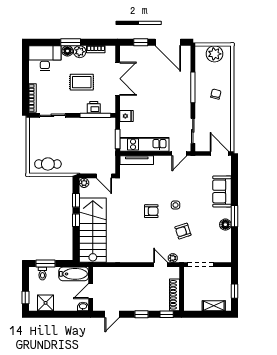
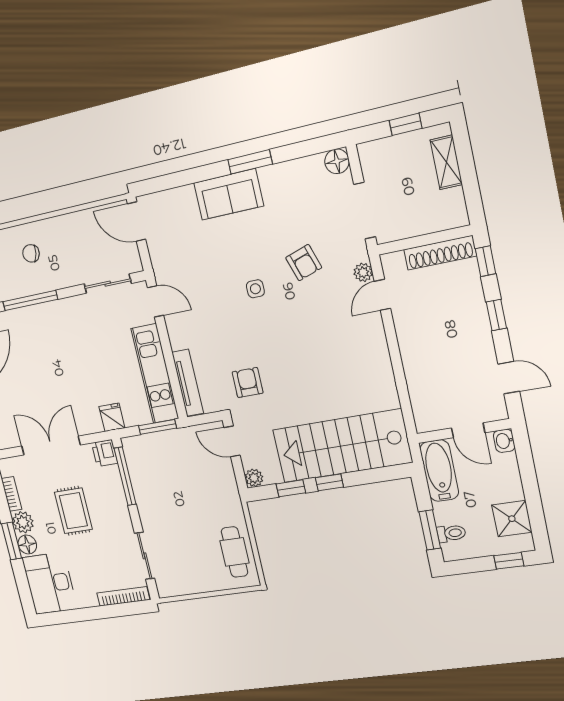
printer: (94, 107) -> (105, 453), moved
door: (219, 153) -> (137, 221), hinge flipped
door: (104, 176) -> (232, 441), swing flipped
sofa: (222, 191) -> (229, 194), moved
armchair: (151, 211) -> (248, 382), moved
floor lamp: (225, 225) -> (337, 161), moved

